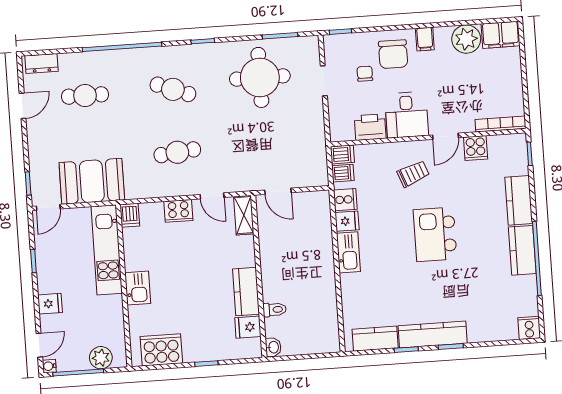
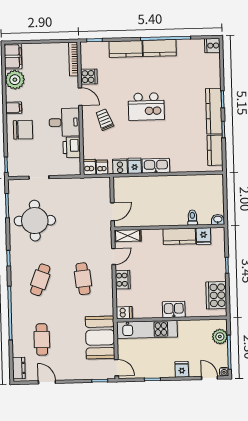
chair: (365, 74) -> (35, 149), removed

